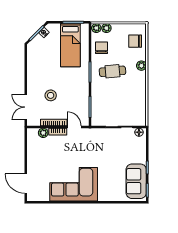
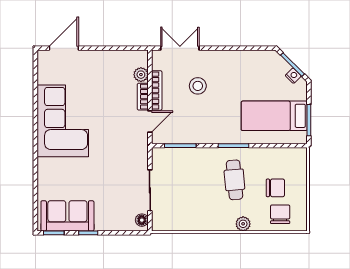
plant: (96, 28) -> (300, 155), removed
plant: (106, 28) -> (300, 171), removed
chair: (102, 48) -> (275, 188), moved

